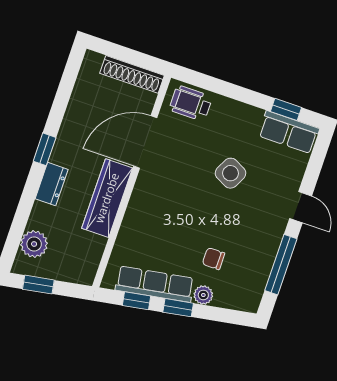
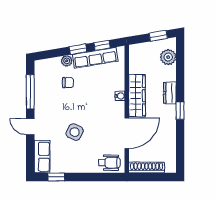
row of seats: (289, 132) -> (42, 157), moved, turned 90
water cooler: (135, 207) -> (120, 96), added

